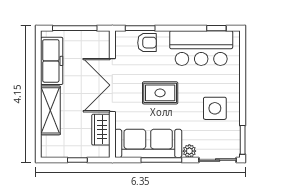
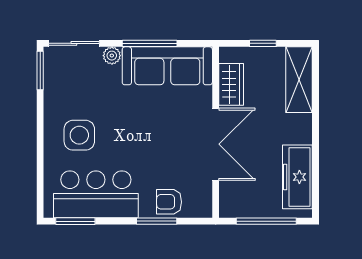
window: (140, 28) -> (157, 221), moved
window: (216, 28) -> (75, 221), width x1.50
rug: (160, 93) -> (151, 134), removed
side table: (215, 108) -> (79, 135), moved
shelving: (50, 110) -> (299, 80), moved

